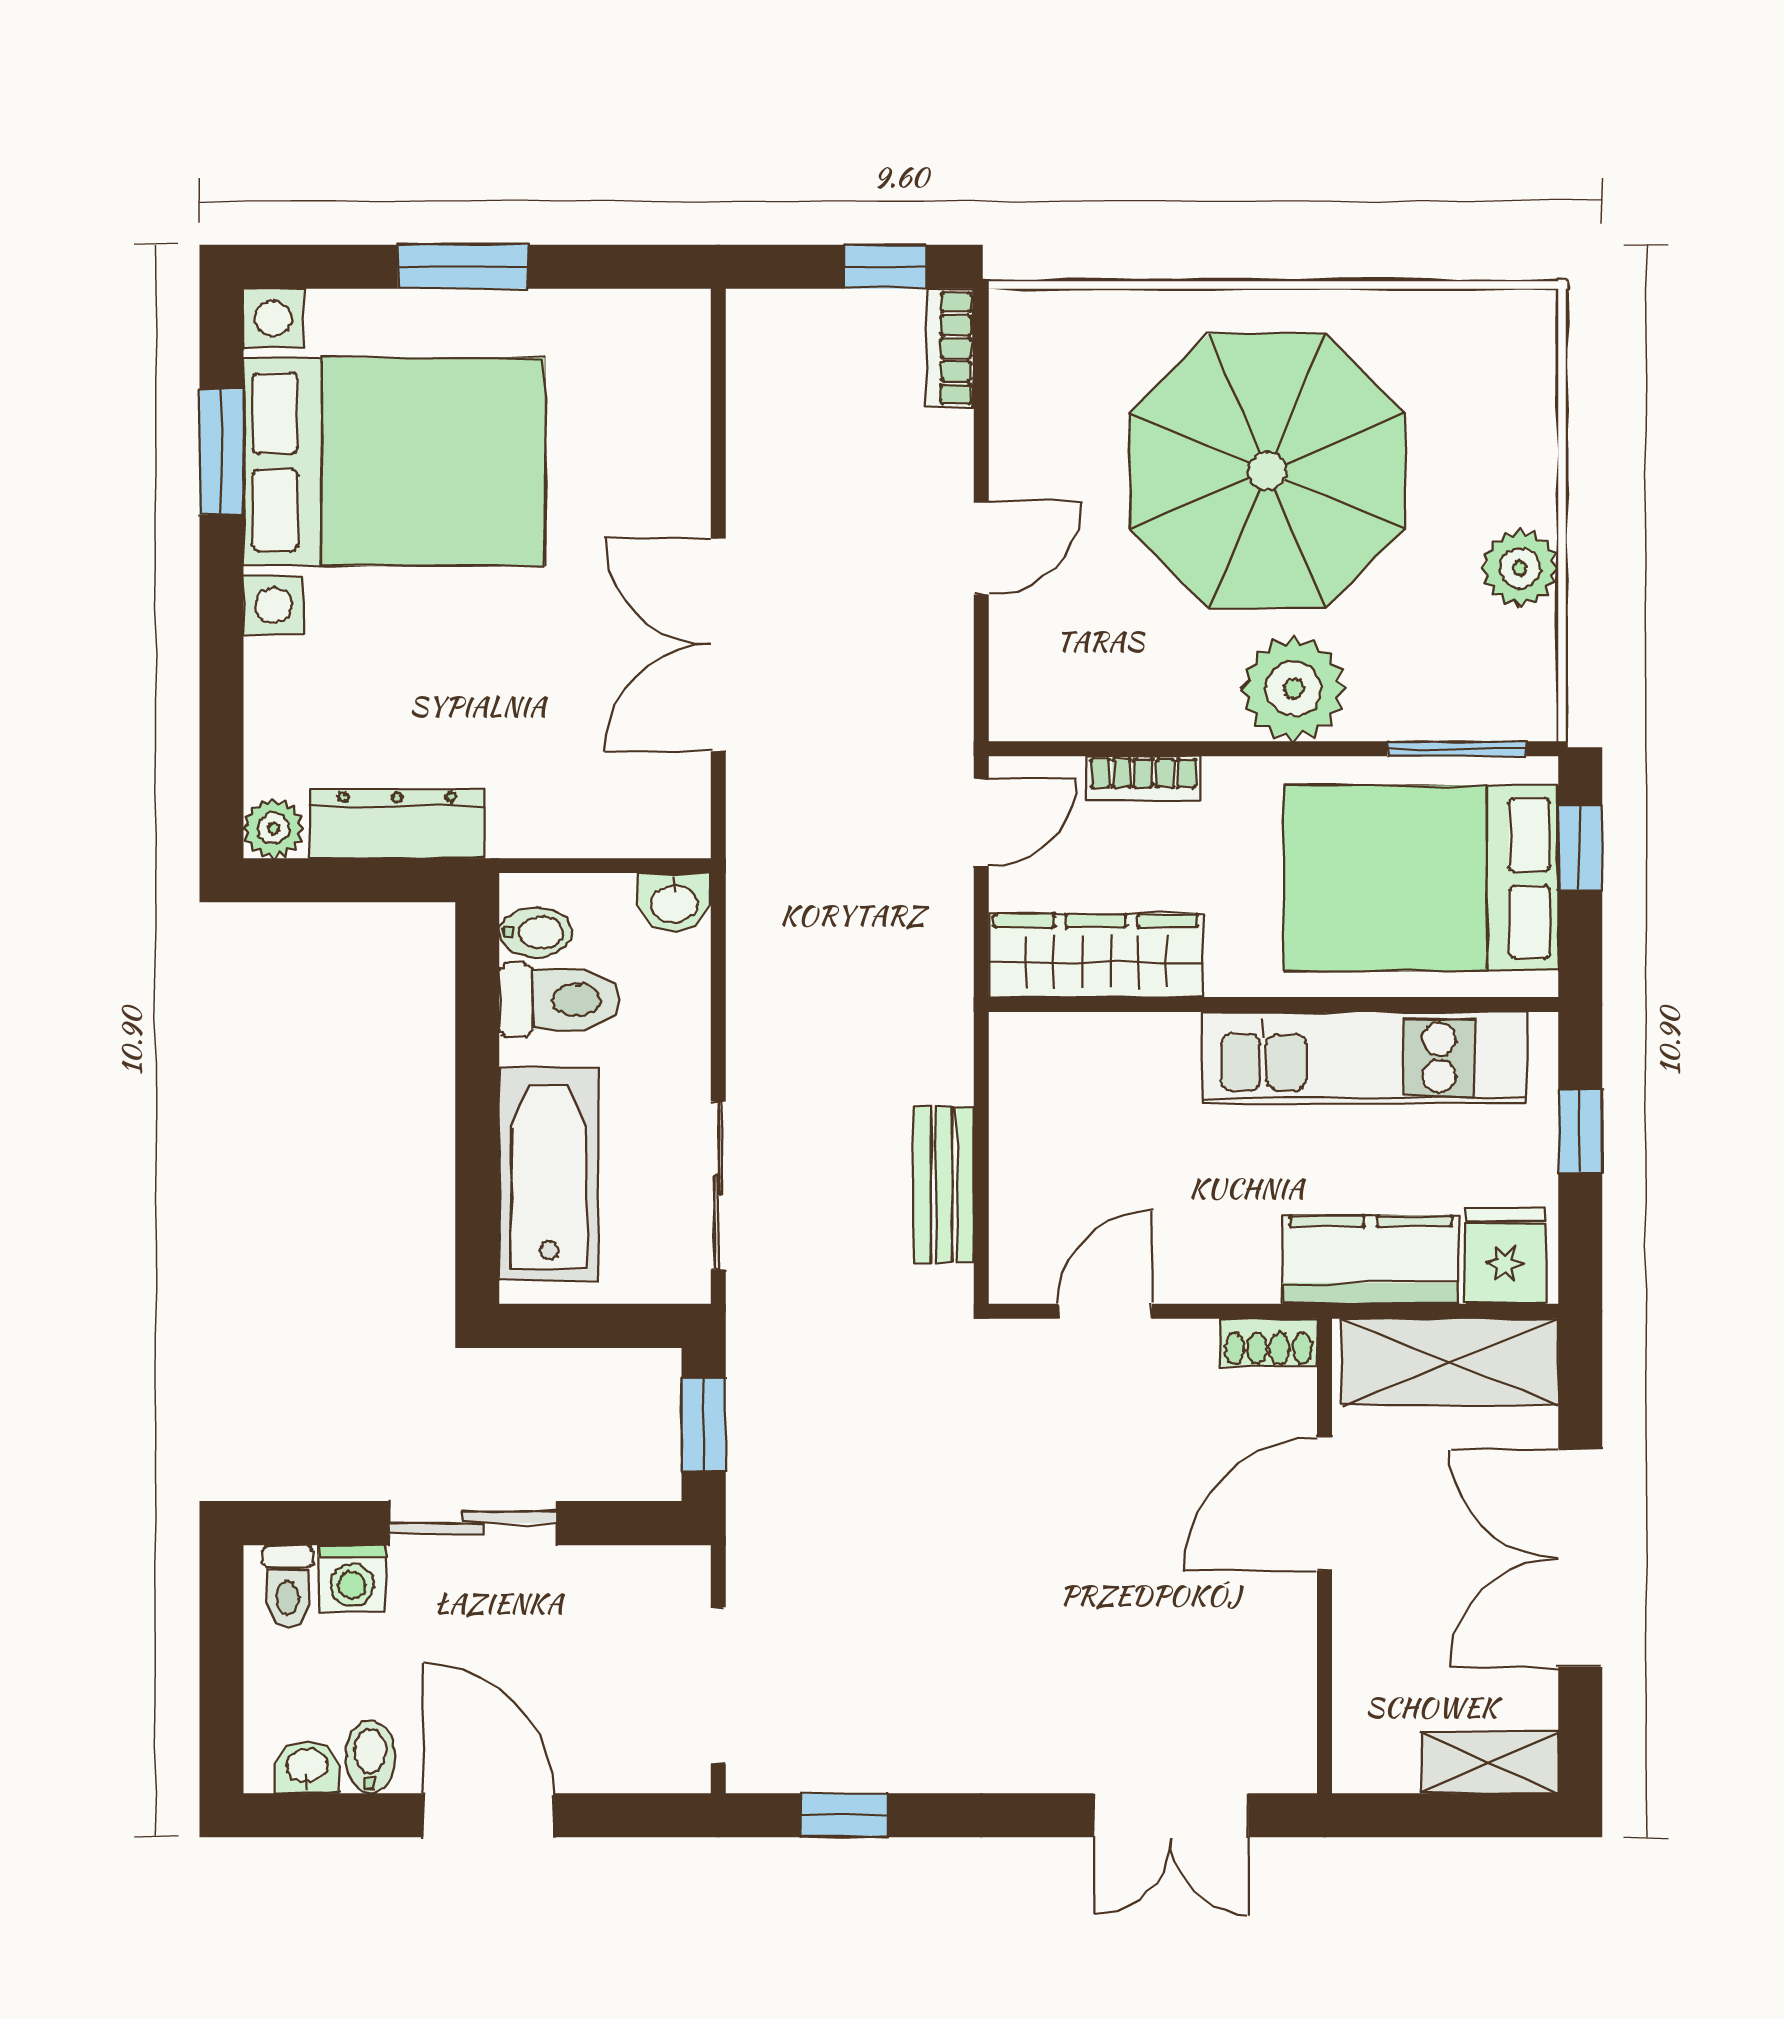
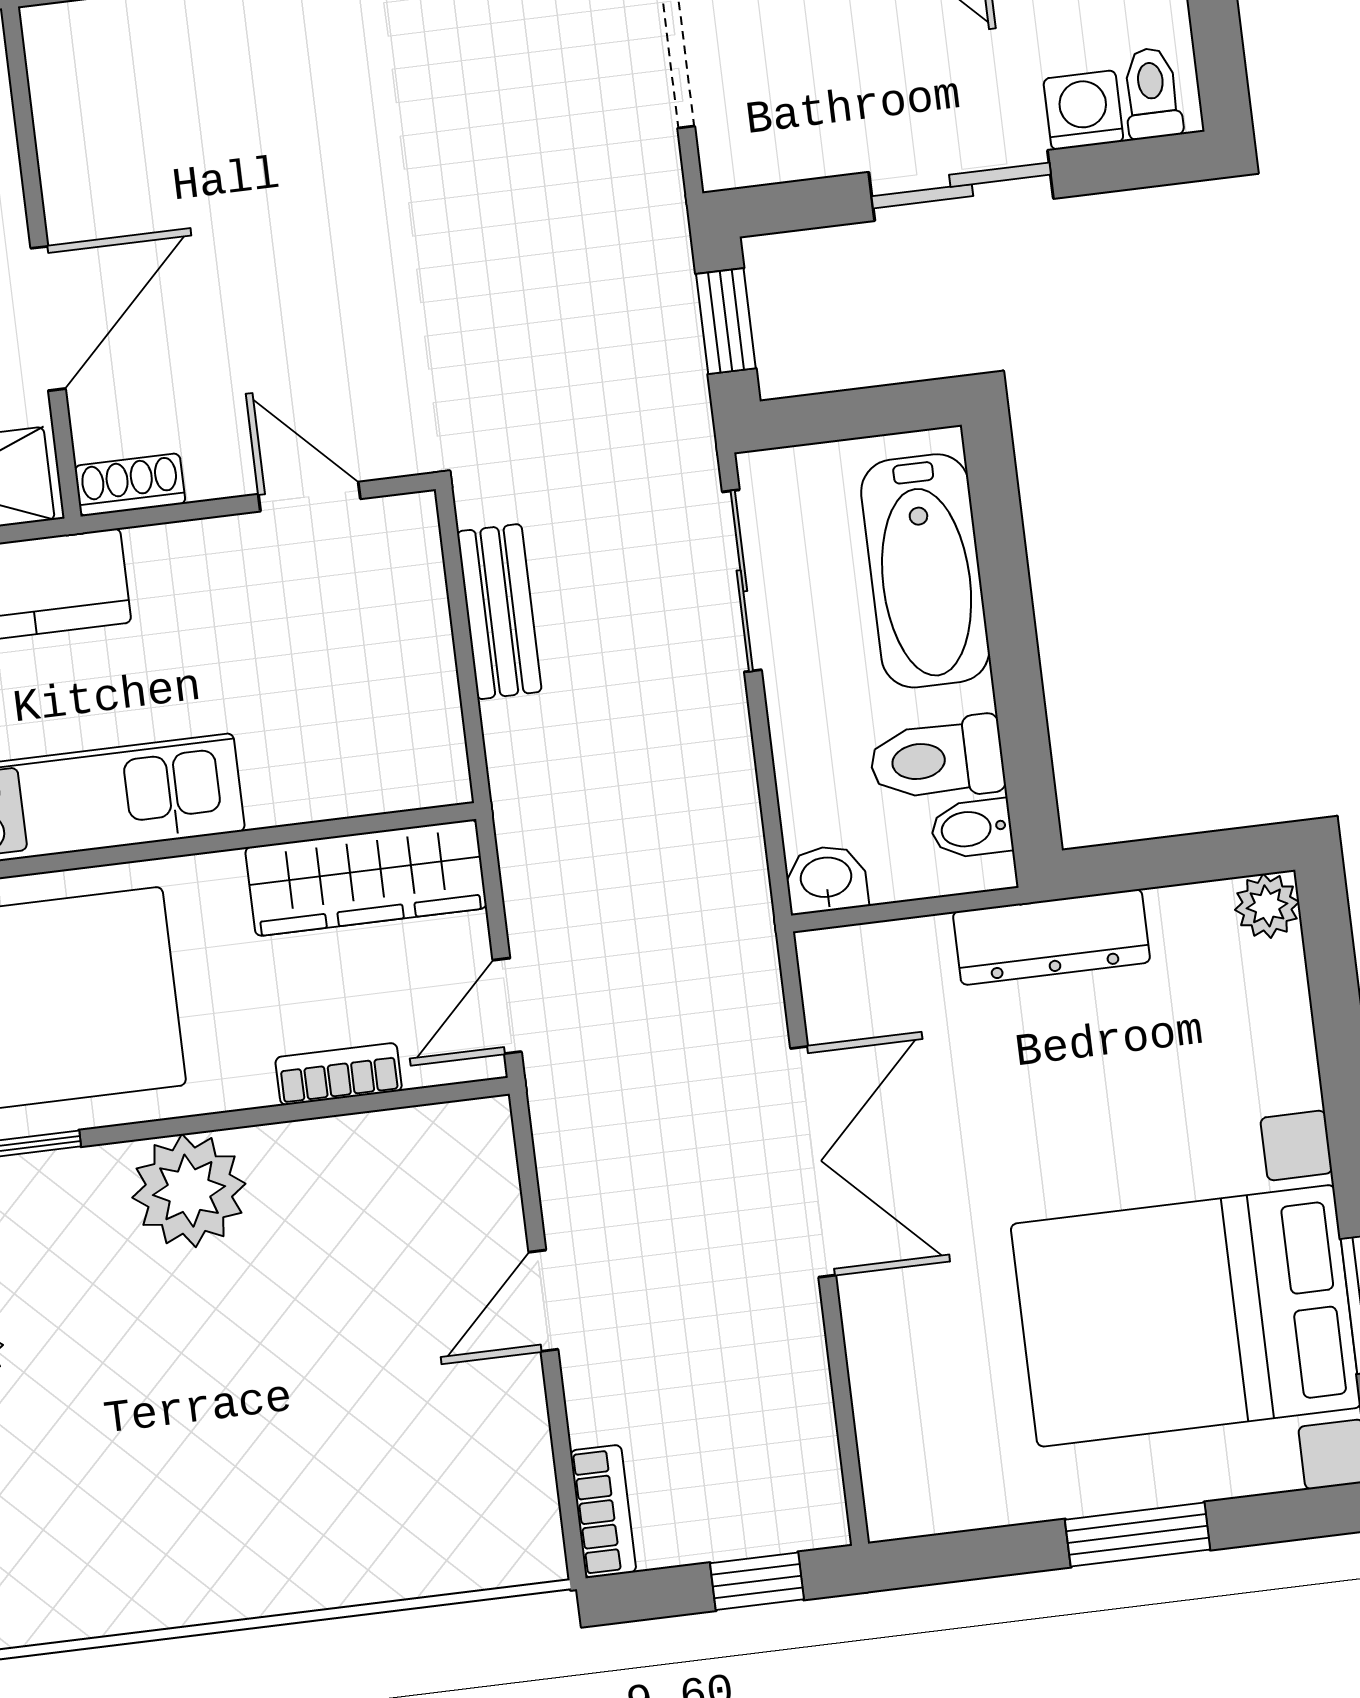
window: (885, 267) -> (757, 1581), moved
parasol: (1267, 471) -> (246, 1421), removed
dresser: (397, 824) -> (1051, 937), moved
door: (1105, 1311) -> (309, 497), swing flipped

